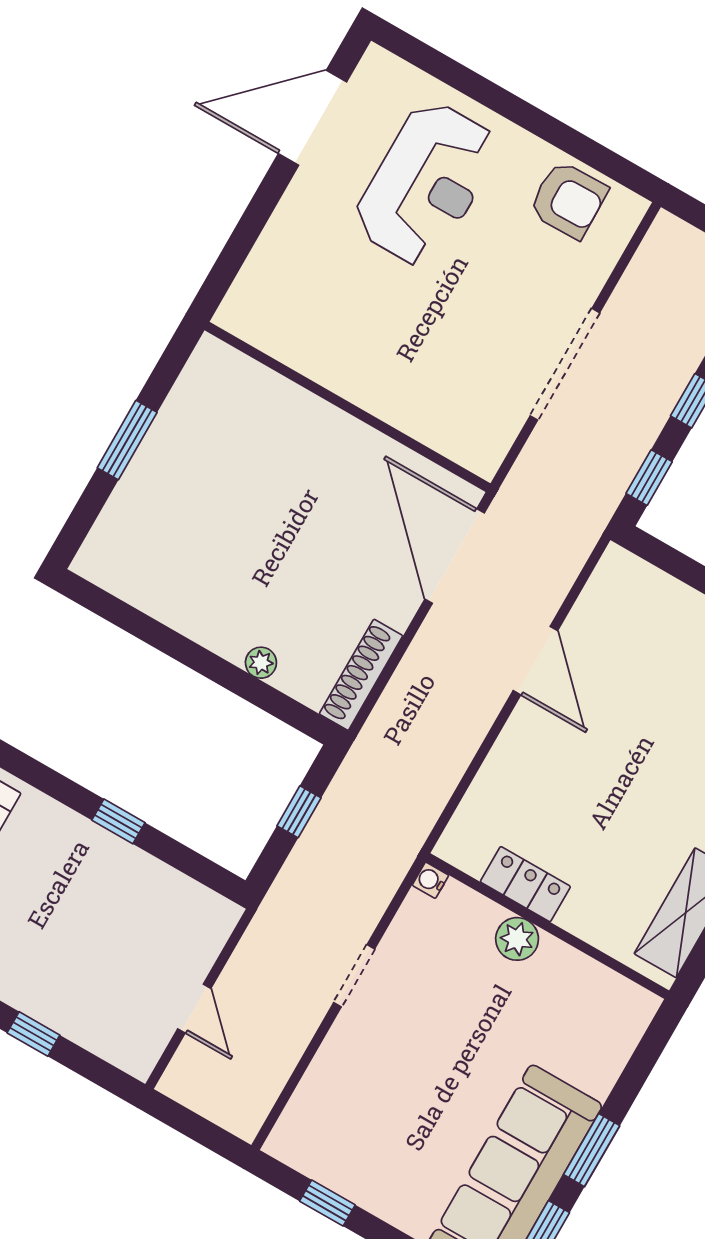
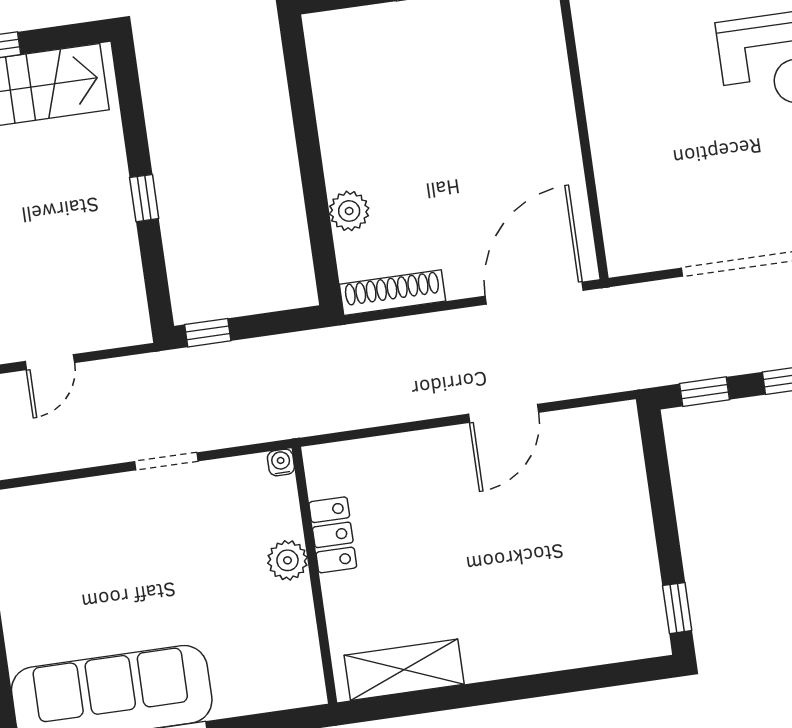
plant: (261, 663) -> (349, 211), width x1.38, depth x1.38
window: (299, 812) -> (208, 333), moved

